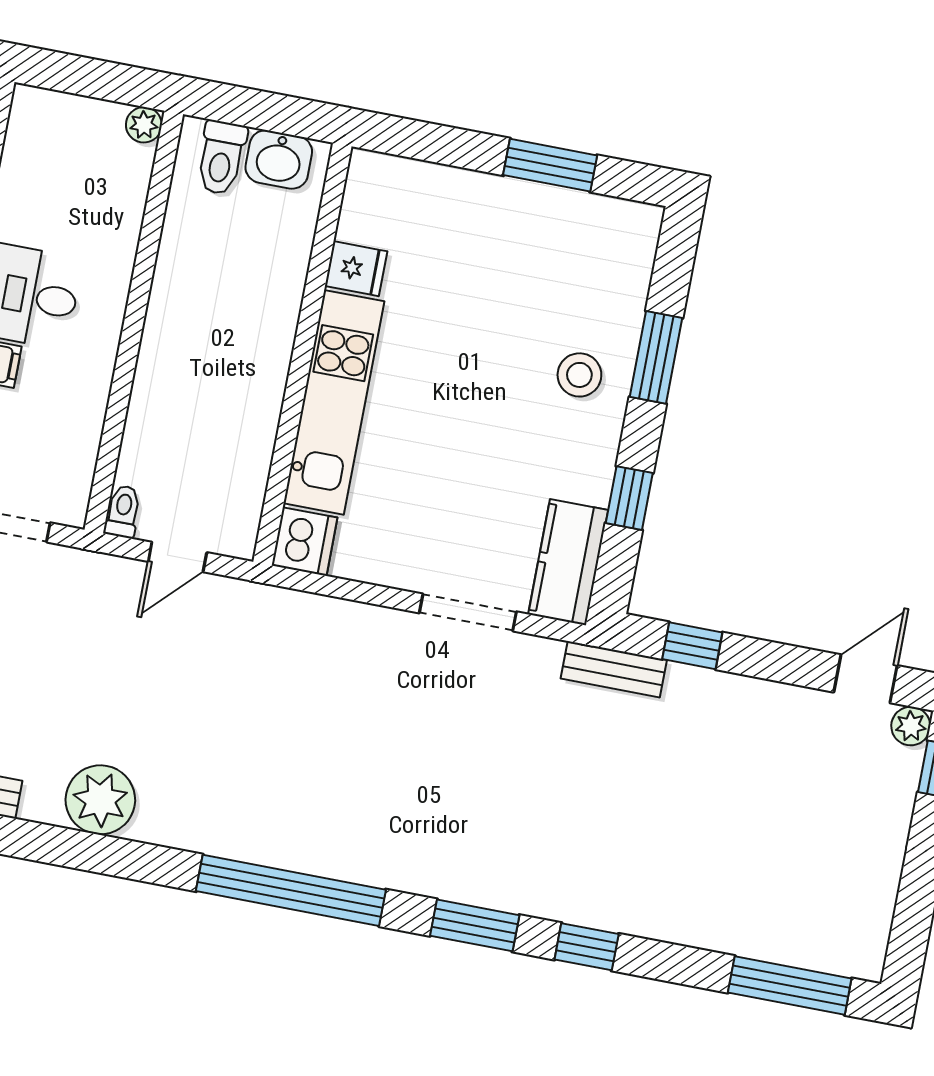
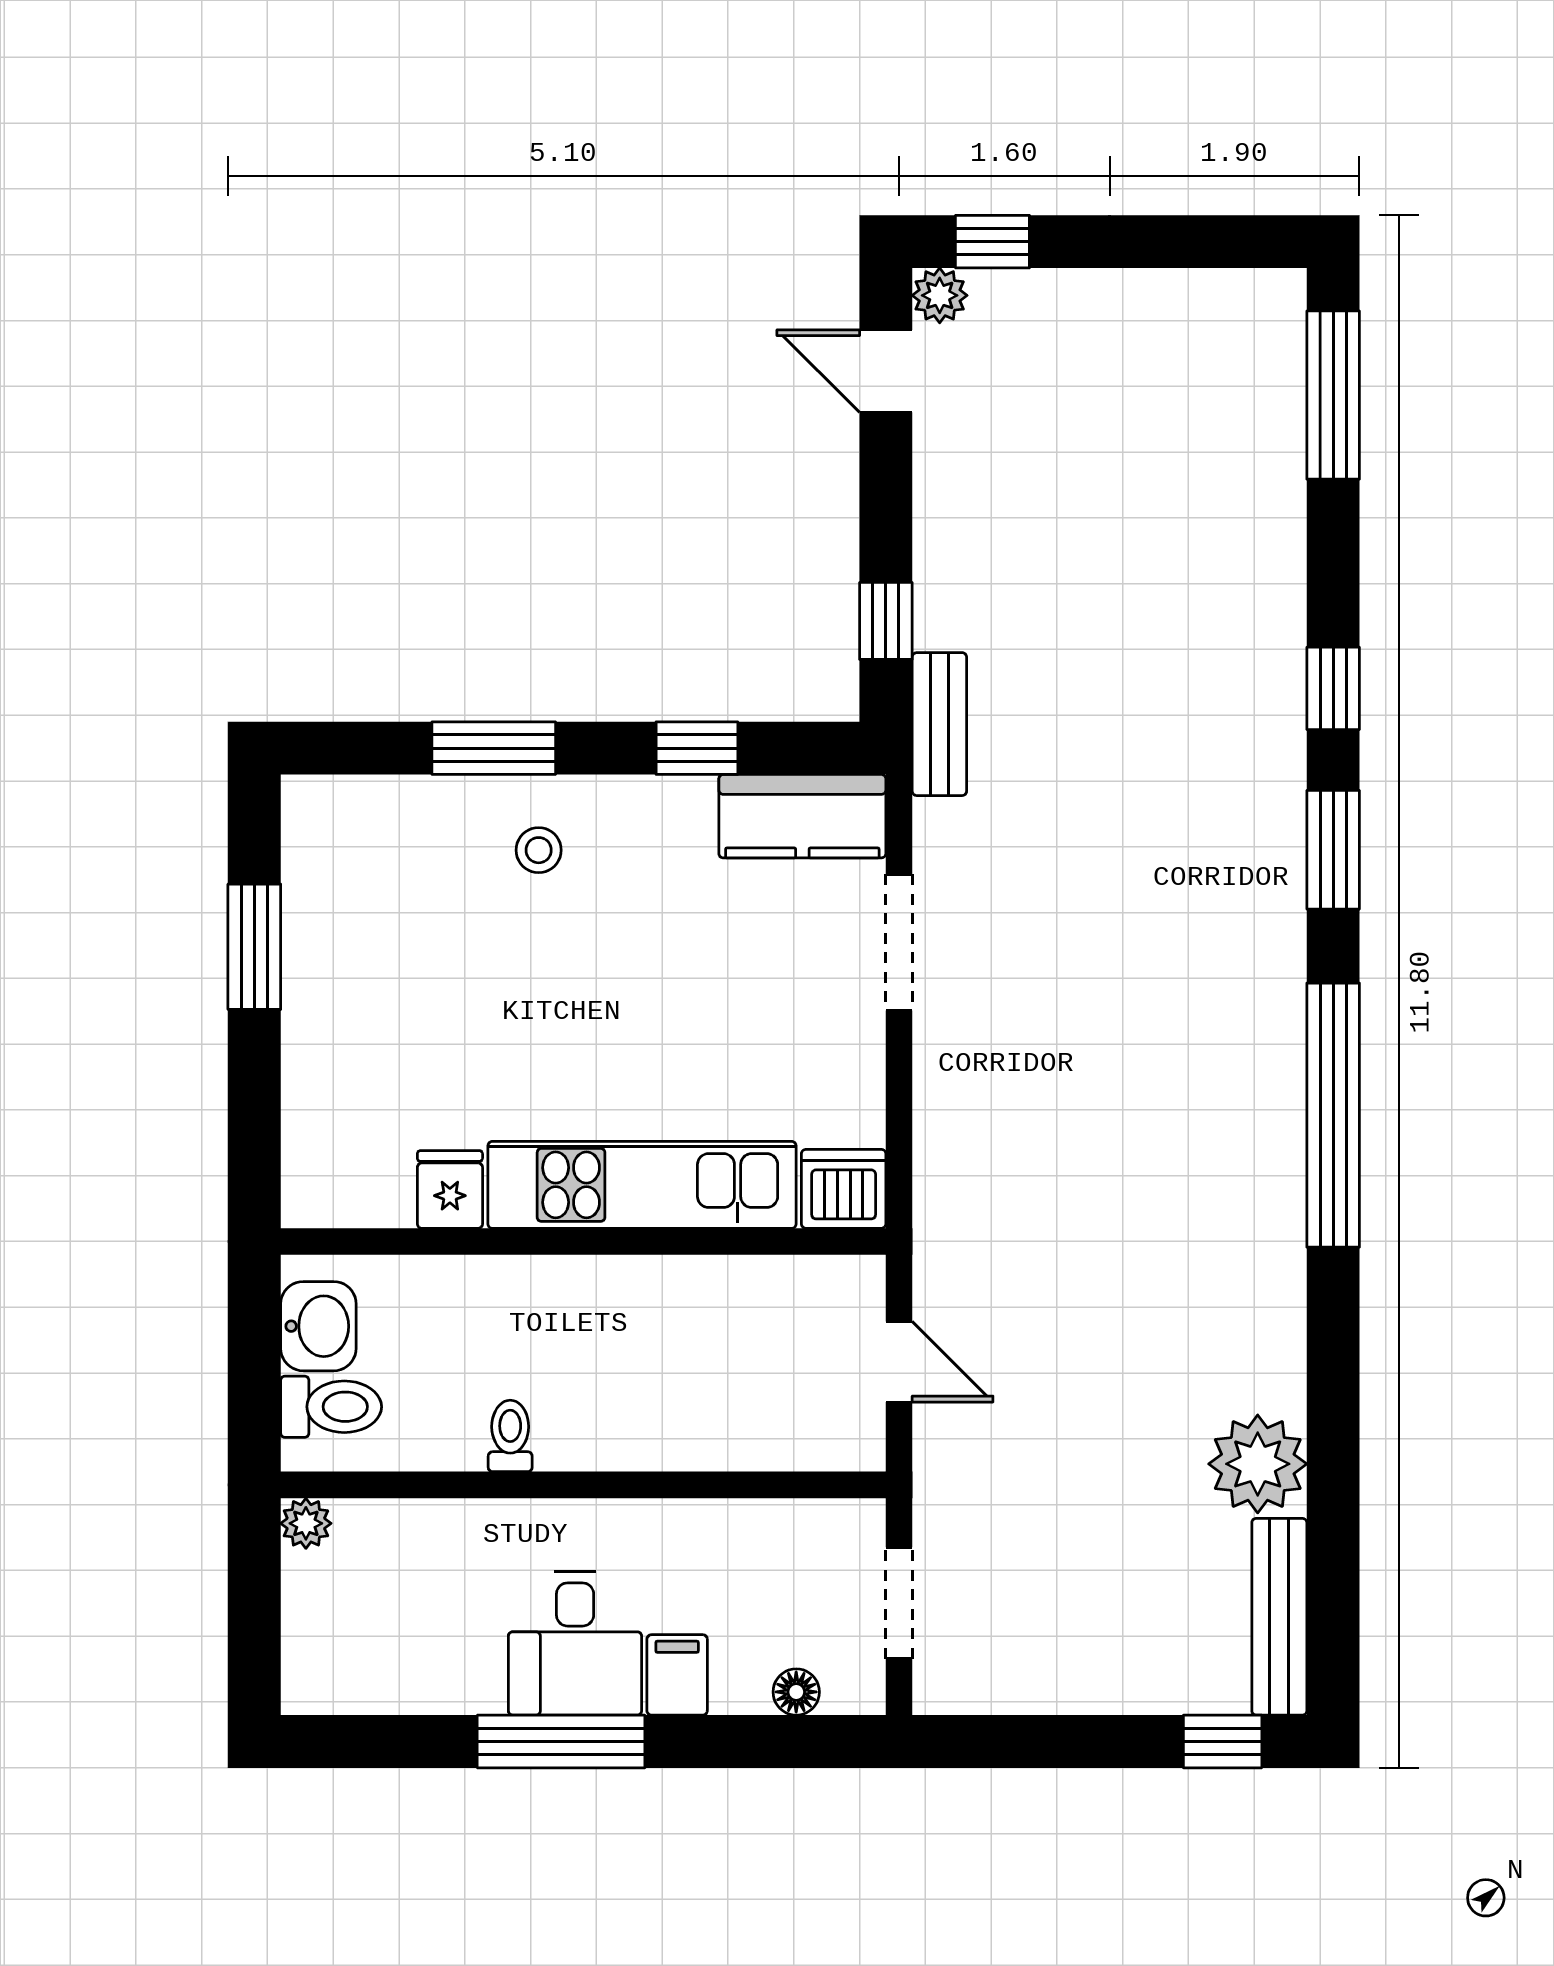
stool: (579, 375) -> (539, 850), width x0.73, depth x0.73
toilet: (123, 511) -> (510, 1436), moved, turned 90
plant: (100, 800) -> (1258, 1464), moved

